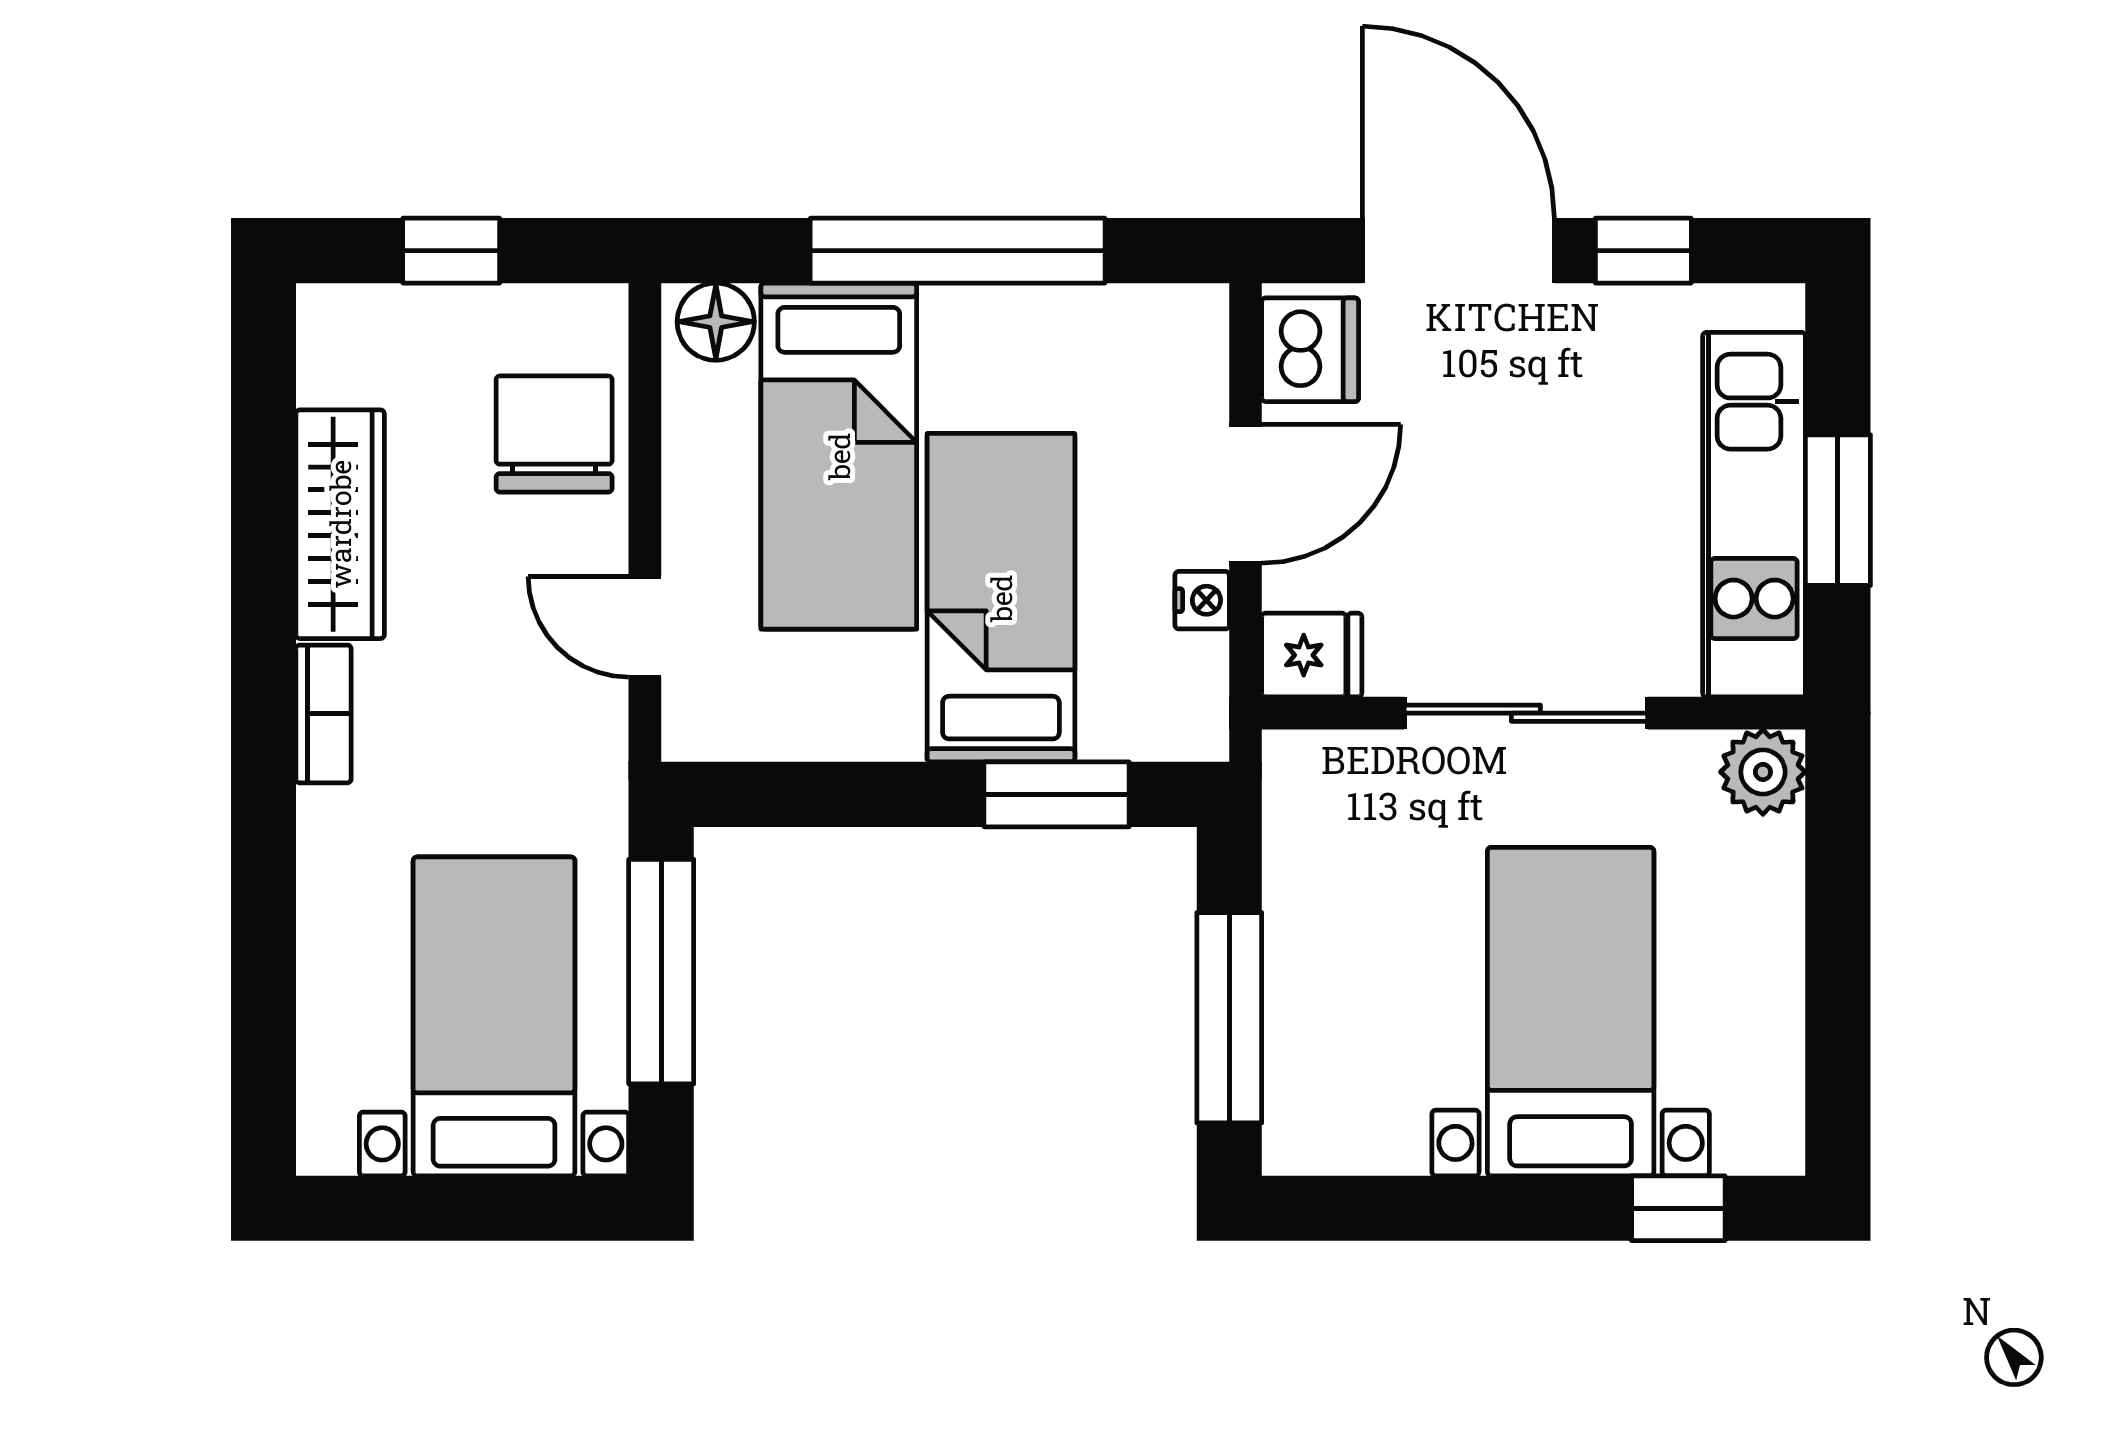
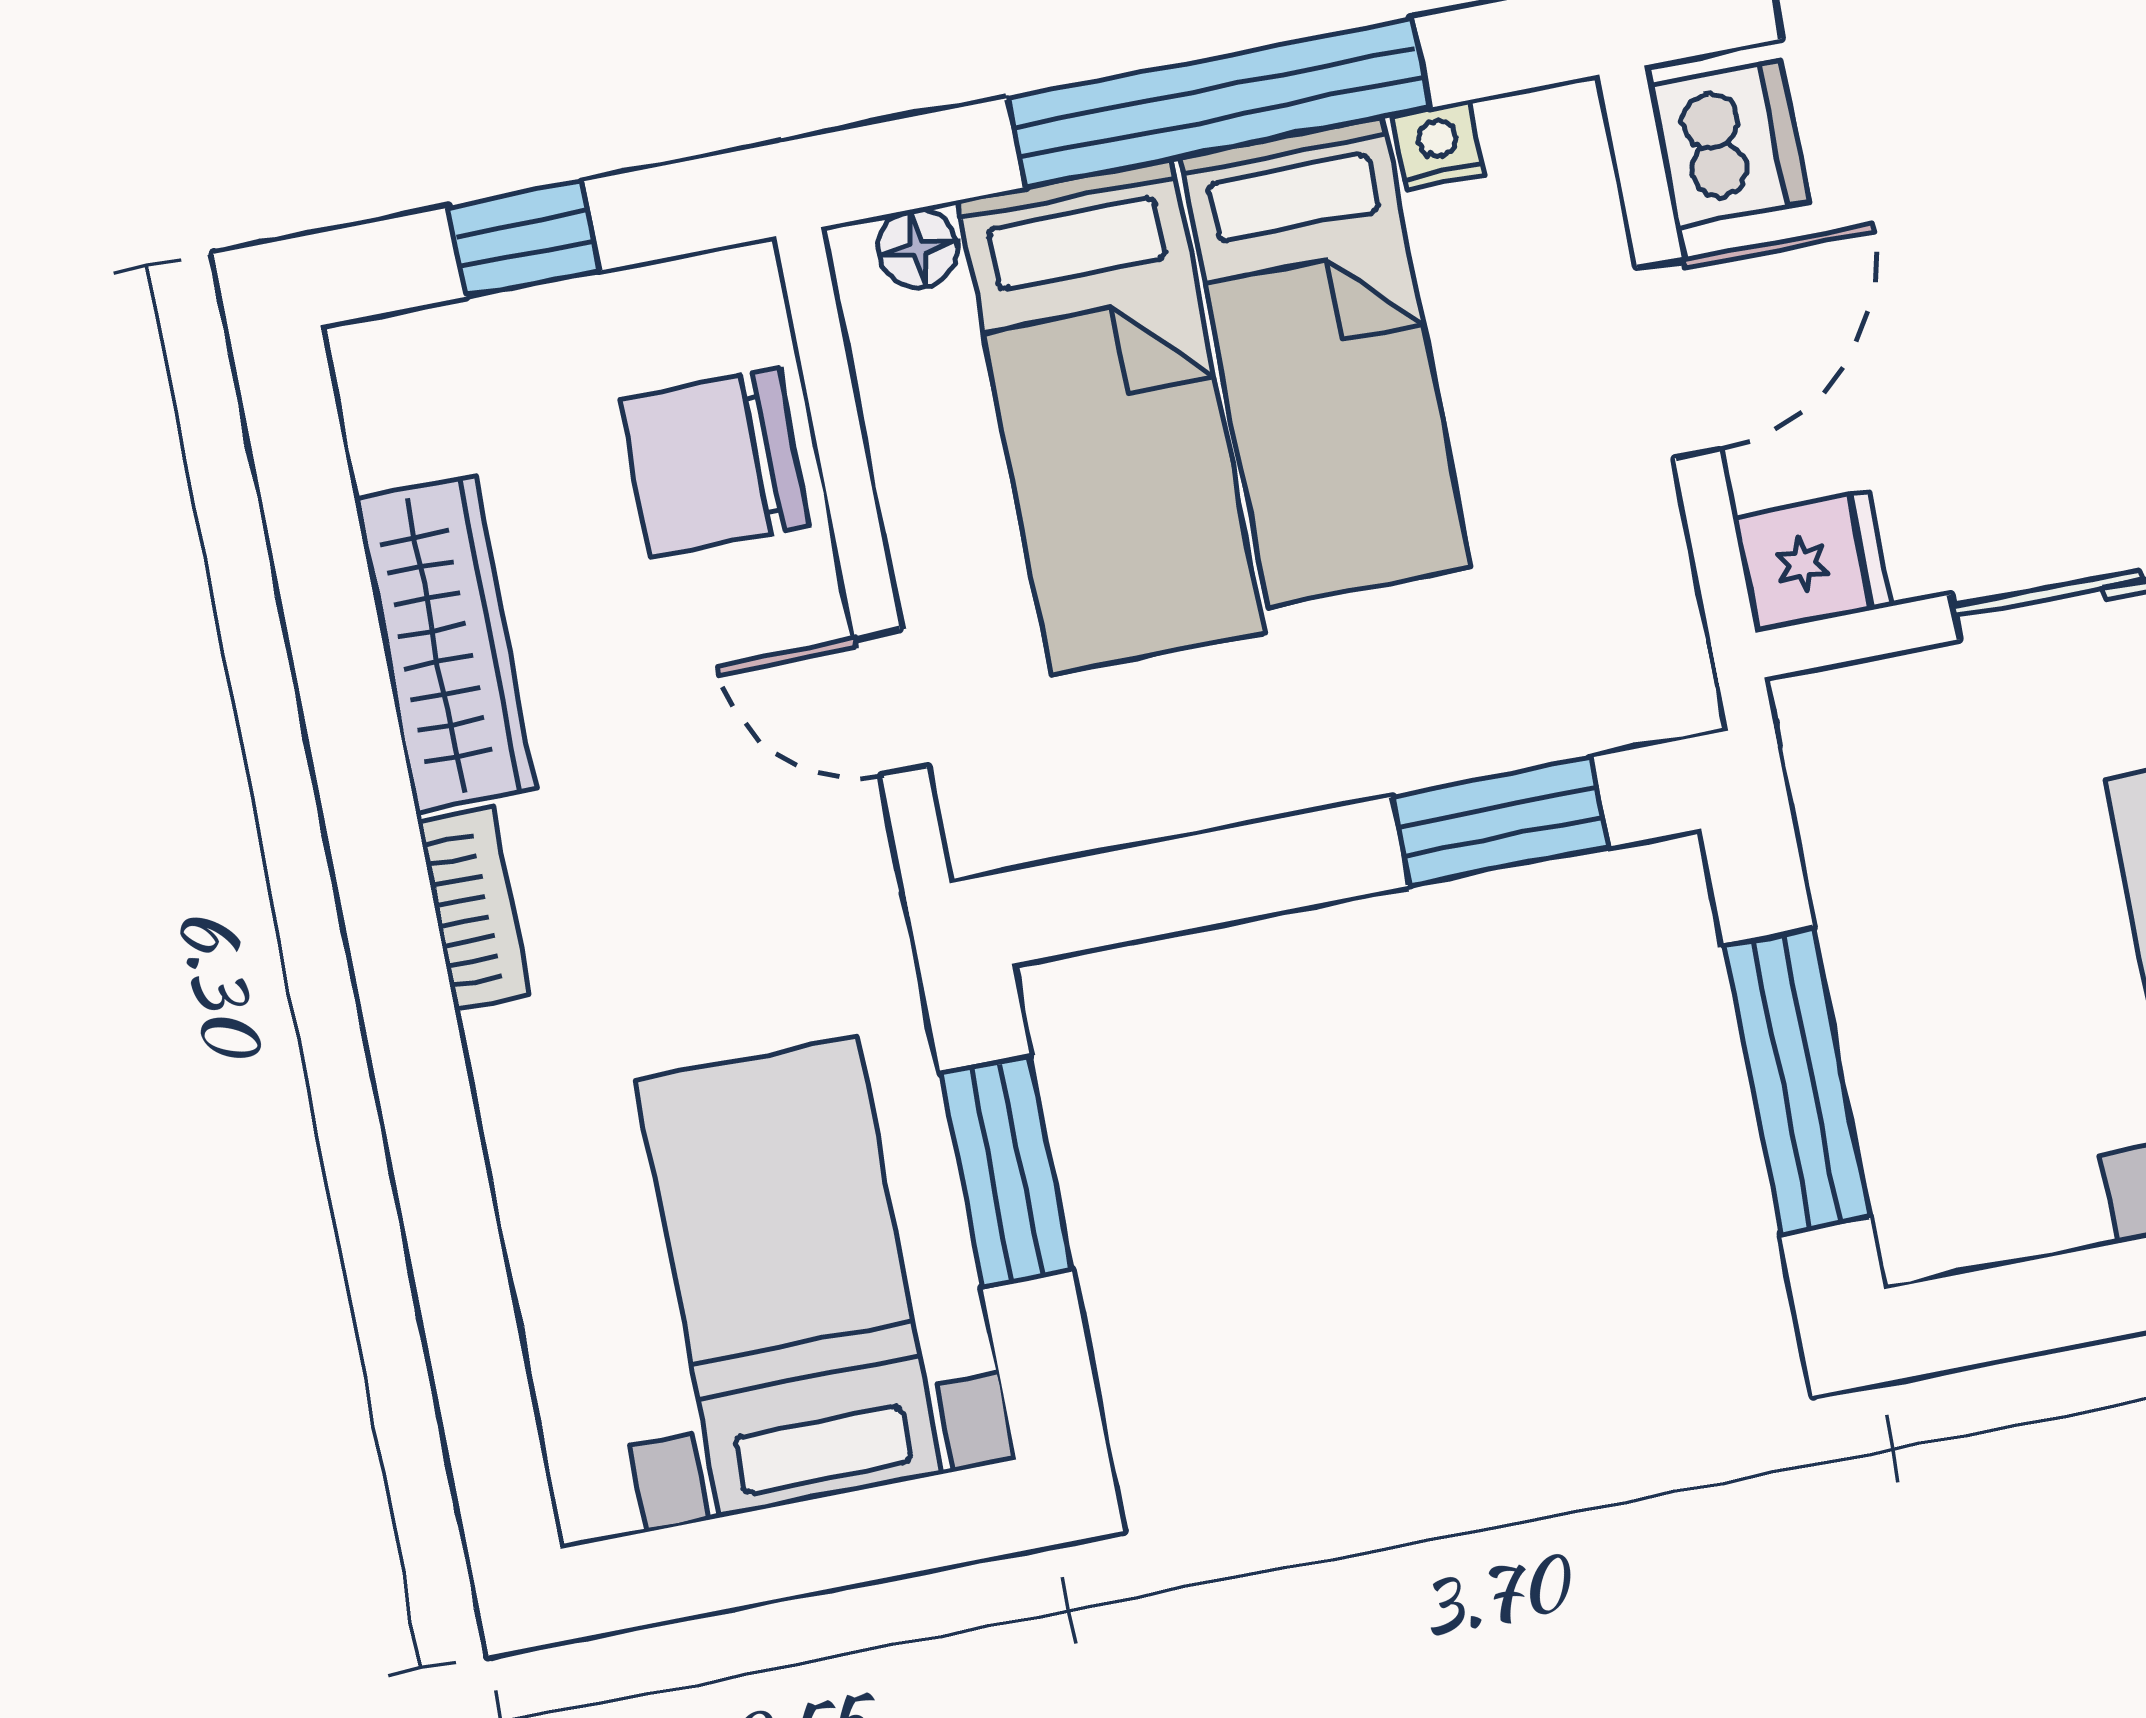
floor lamp: (716, 322) -> (918, 248), width x0.73, depth x0.73
chair: (554, 434) -> (715, 463), turned -90
bed: (1001, 598) -> (1325, 362), moved, turned 180
nightstand: (1202, 600) -> (1438, 145), moved, turned -90
window: (661, 972) -> (1006, 1171), width x0.69

